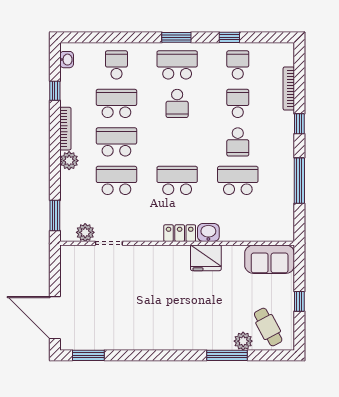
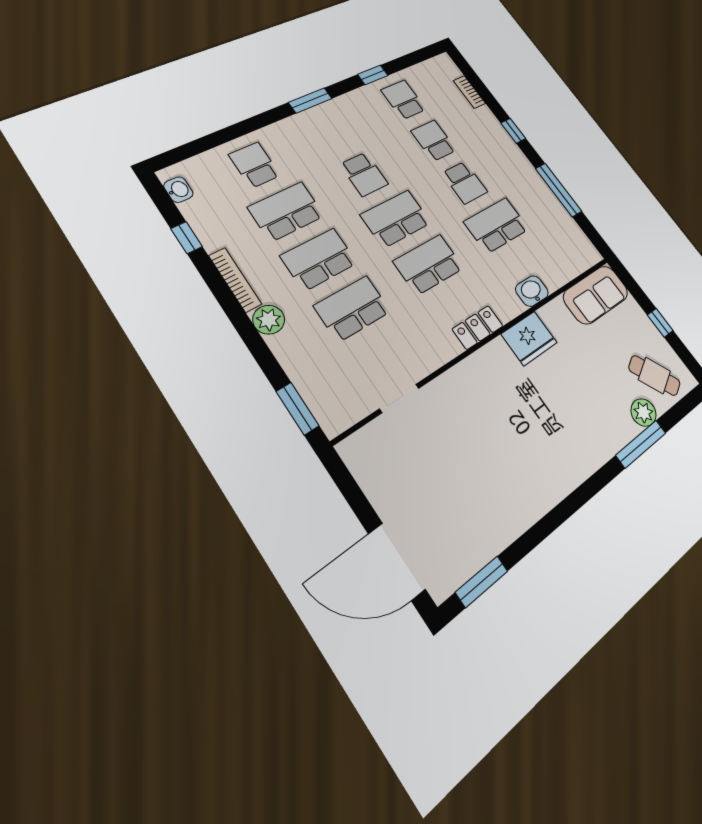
school desk: (177, 65) -> (396, 219), moved
bookcase: (289, 89) -> (469, 92), width x0.64
plant: (85, 232) -> (357, 405), removed
washbasin: (208, 232) -> (532, 291), moved

